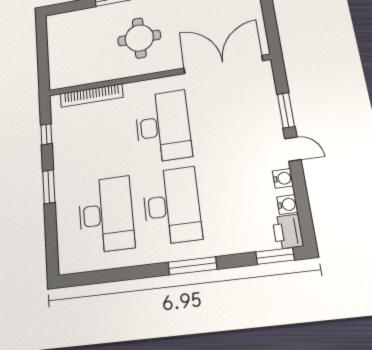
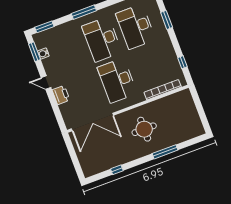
window: (286, 110) -> (34, 52), moved
water cooler: (283, 178) -> (48, 66), removed
window: (49, 187) -> (167, 20), moved
printer: (288, 232) -> (61, 95), moved

